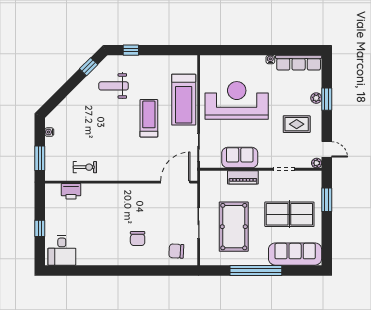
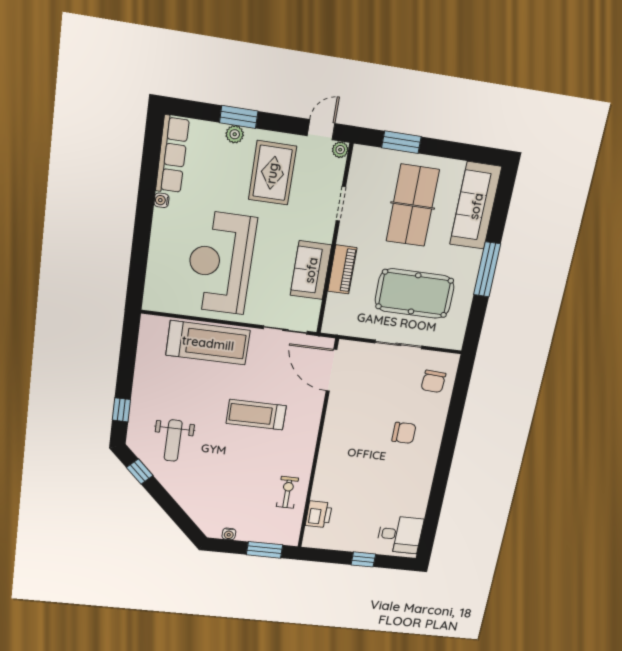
treadmill: (149, 118) -> (256, 415), moved
rug: (297, 124) -> (272, 173), width x1.36, depth x1.43
window: (256, 270) -> (487, 269), width x0.68

